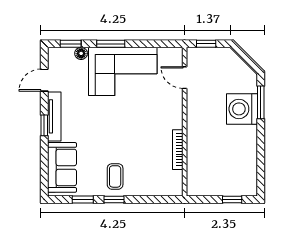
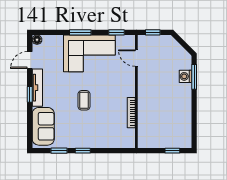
window: (71, 44) -> (117, 32), moved
floor lamp: (81, 53) -> (37, 40), moved
washing machine: (242, 109) -> (185, 76), width x0.53, depth x0.53
coffee table: (115, 176) -> (84, 100), moved

